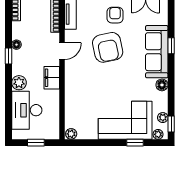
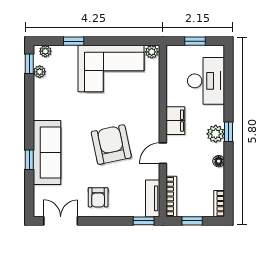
armchair: (108, 47) -> (111, 145), moved
window: (8, 56) -> (229, 132), moved
plant: (19, 83) -> (216, 134), moved
floor lamp: (162, 85) -> (41, 112), removed
corner sofa: (125, 120) -> (111, 69), moved

